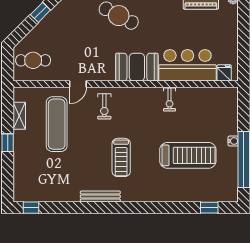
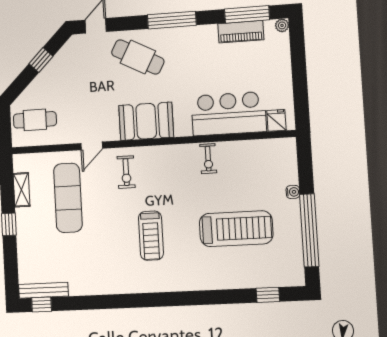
booth: (137, 67) -> (146, 121), moved
water cooler: (233, 141) -> (293, 192), moved
bench: (100, 197) -> (43, 290), moved

